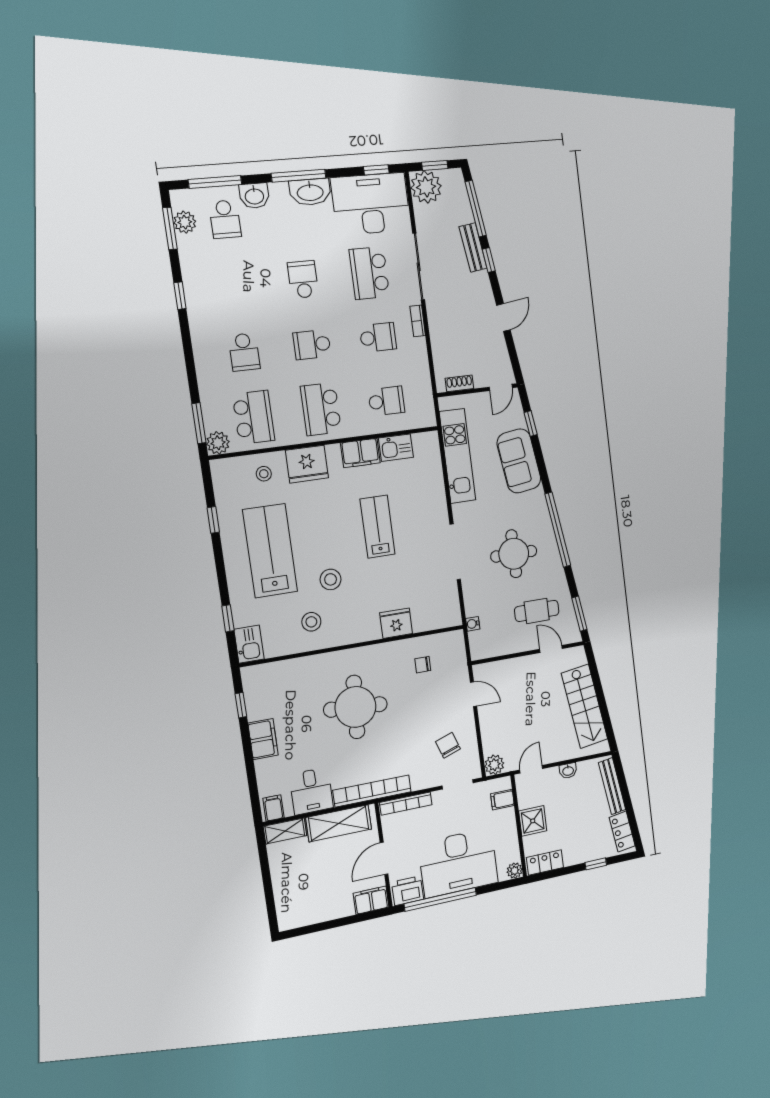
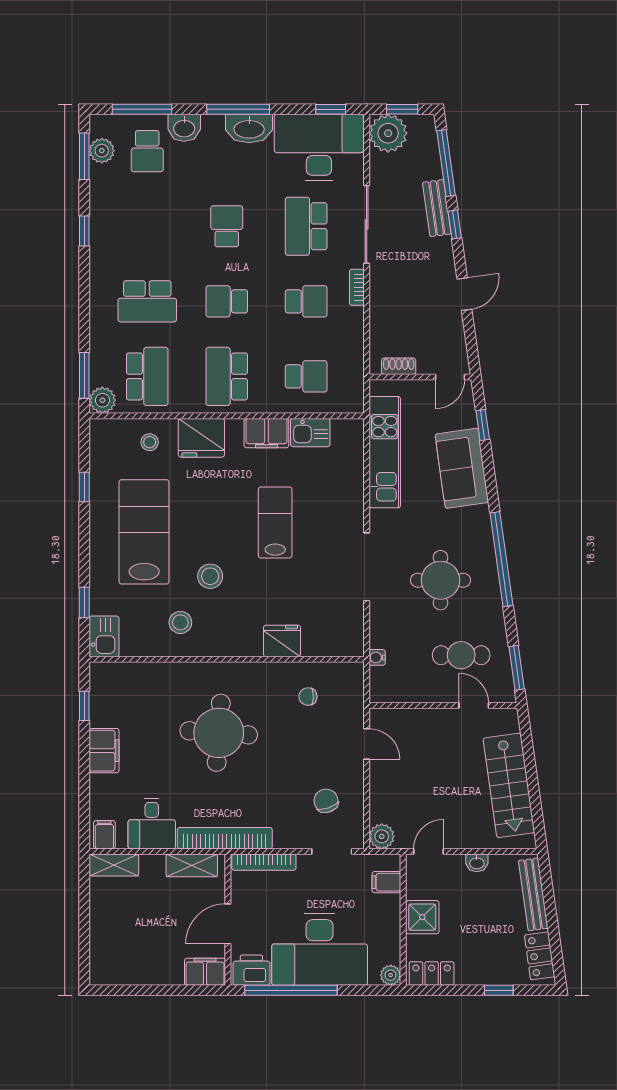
school desk: (244, 352) -> (147, 301), width x1.85
shelving: (339, 823) -> (192, 865), width x0.67, depth x0.75

